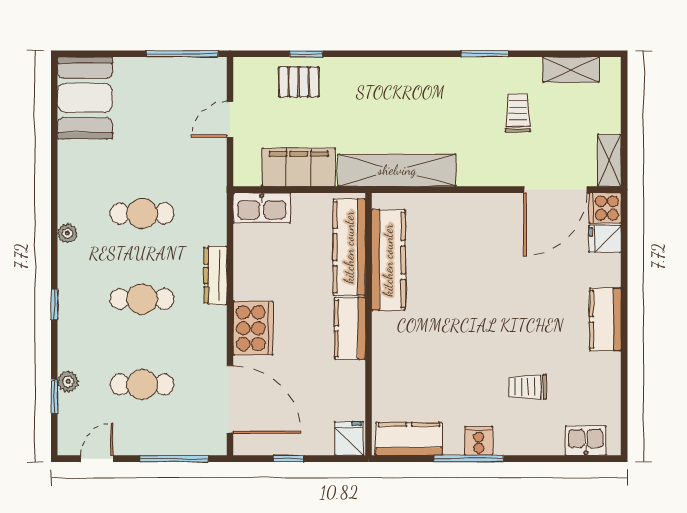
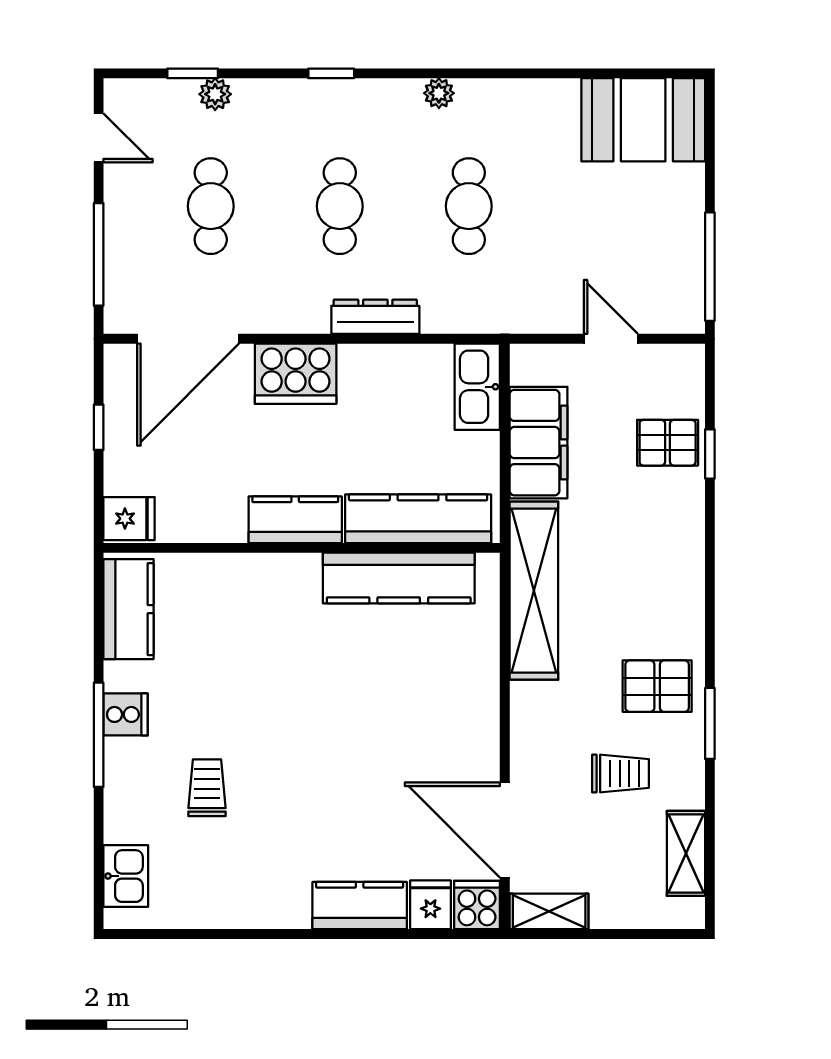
pallet: (299, 82) -> (668, 443), turned 90
pallet: (460, 89) -> (657, 686), added
kitchen counter: (605, 319) -> (360, 906), moved
window: (469, 459) -> (99, 735), moved

